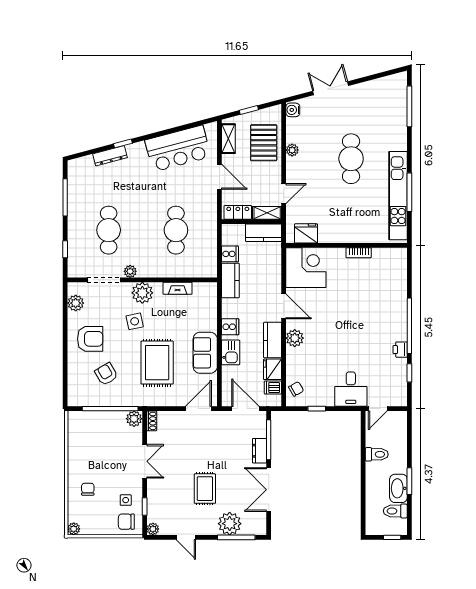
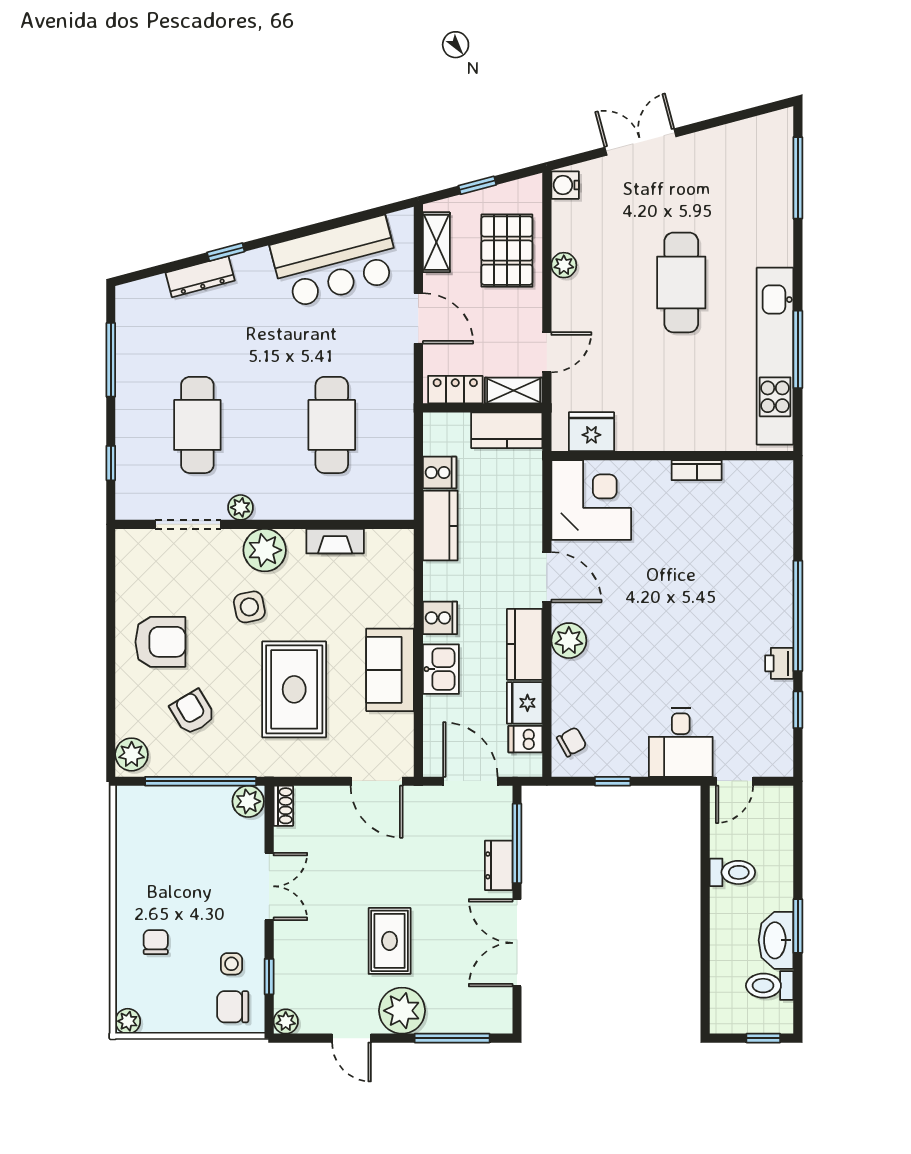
plant: (76, 303) -> (132, 754), moved
door: (198, 409) -> (377, 781), swing flipped
plant: (230, 524) -> (402, 1011), moved

